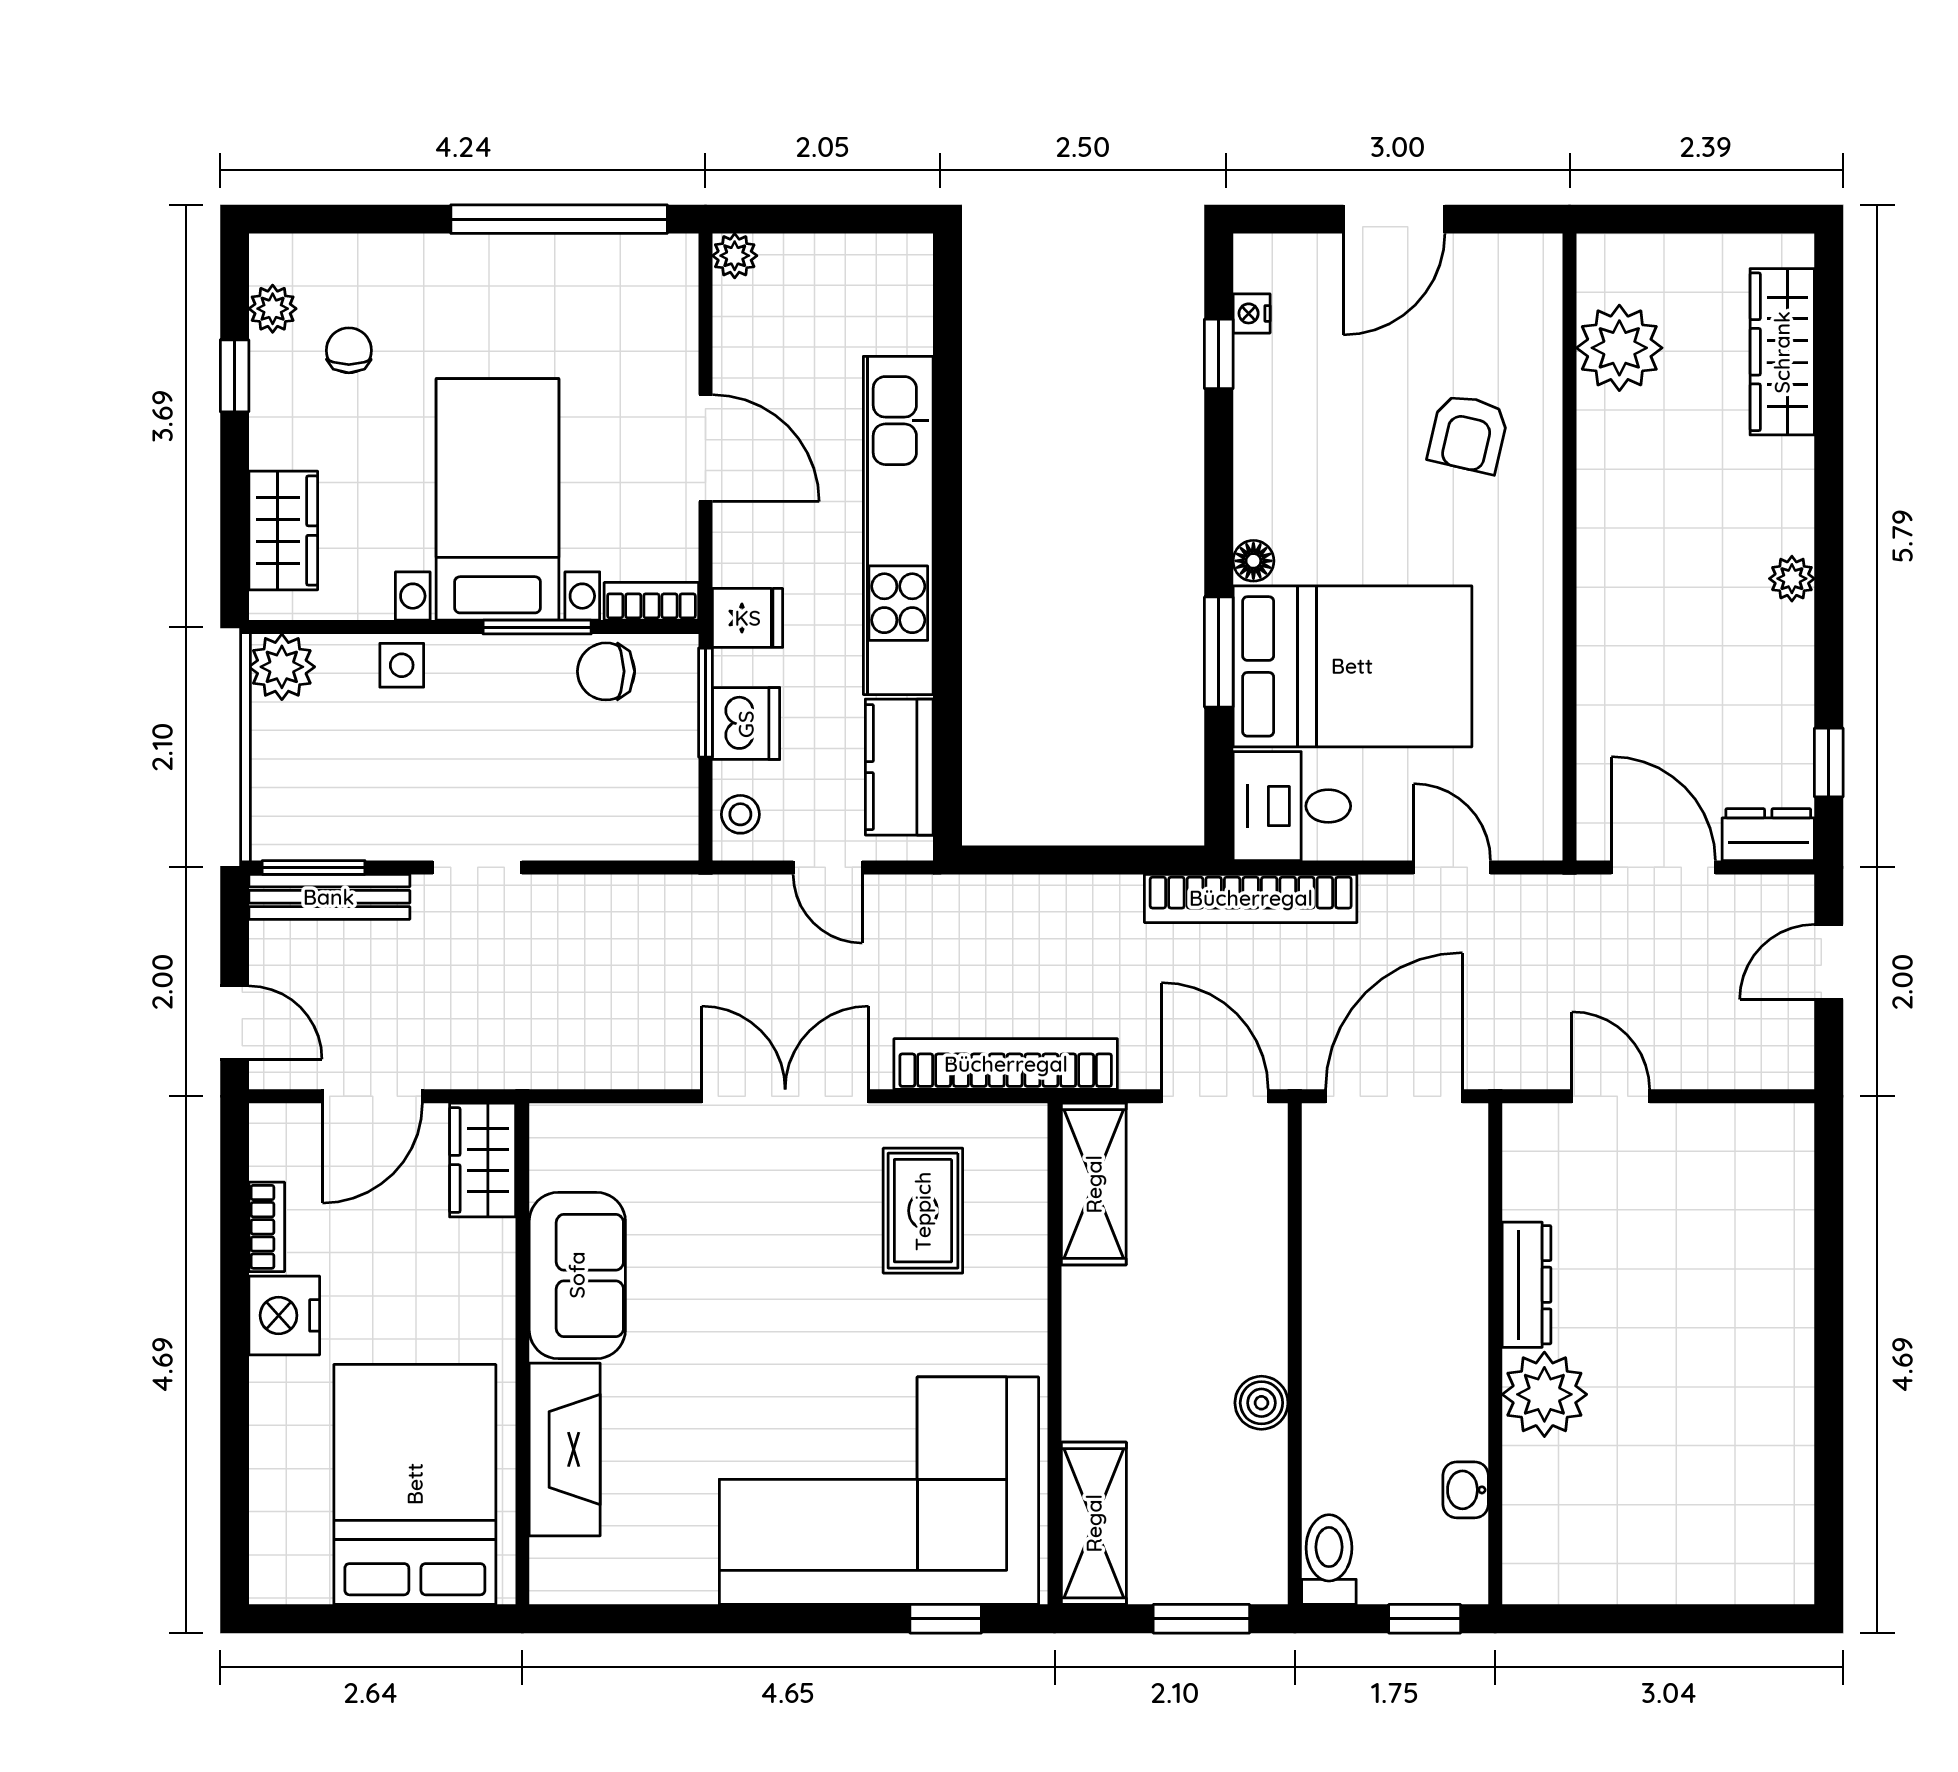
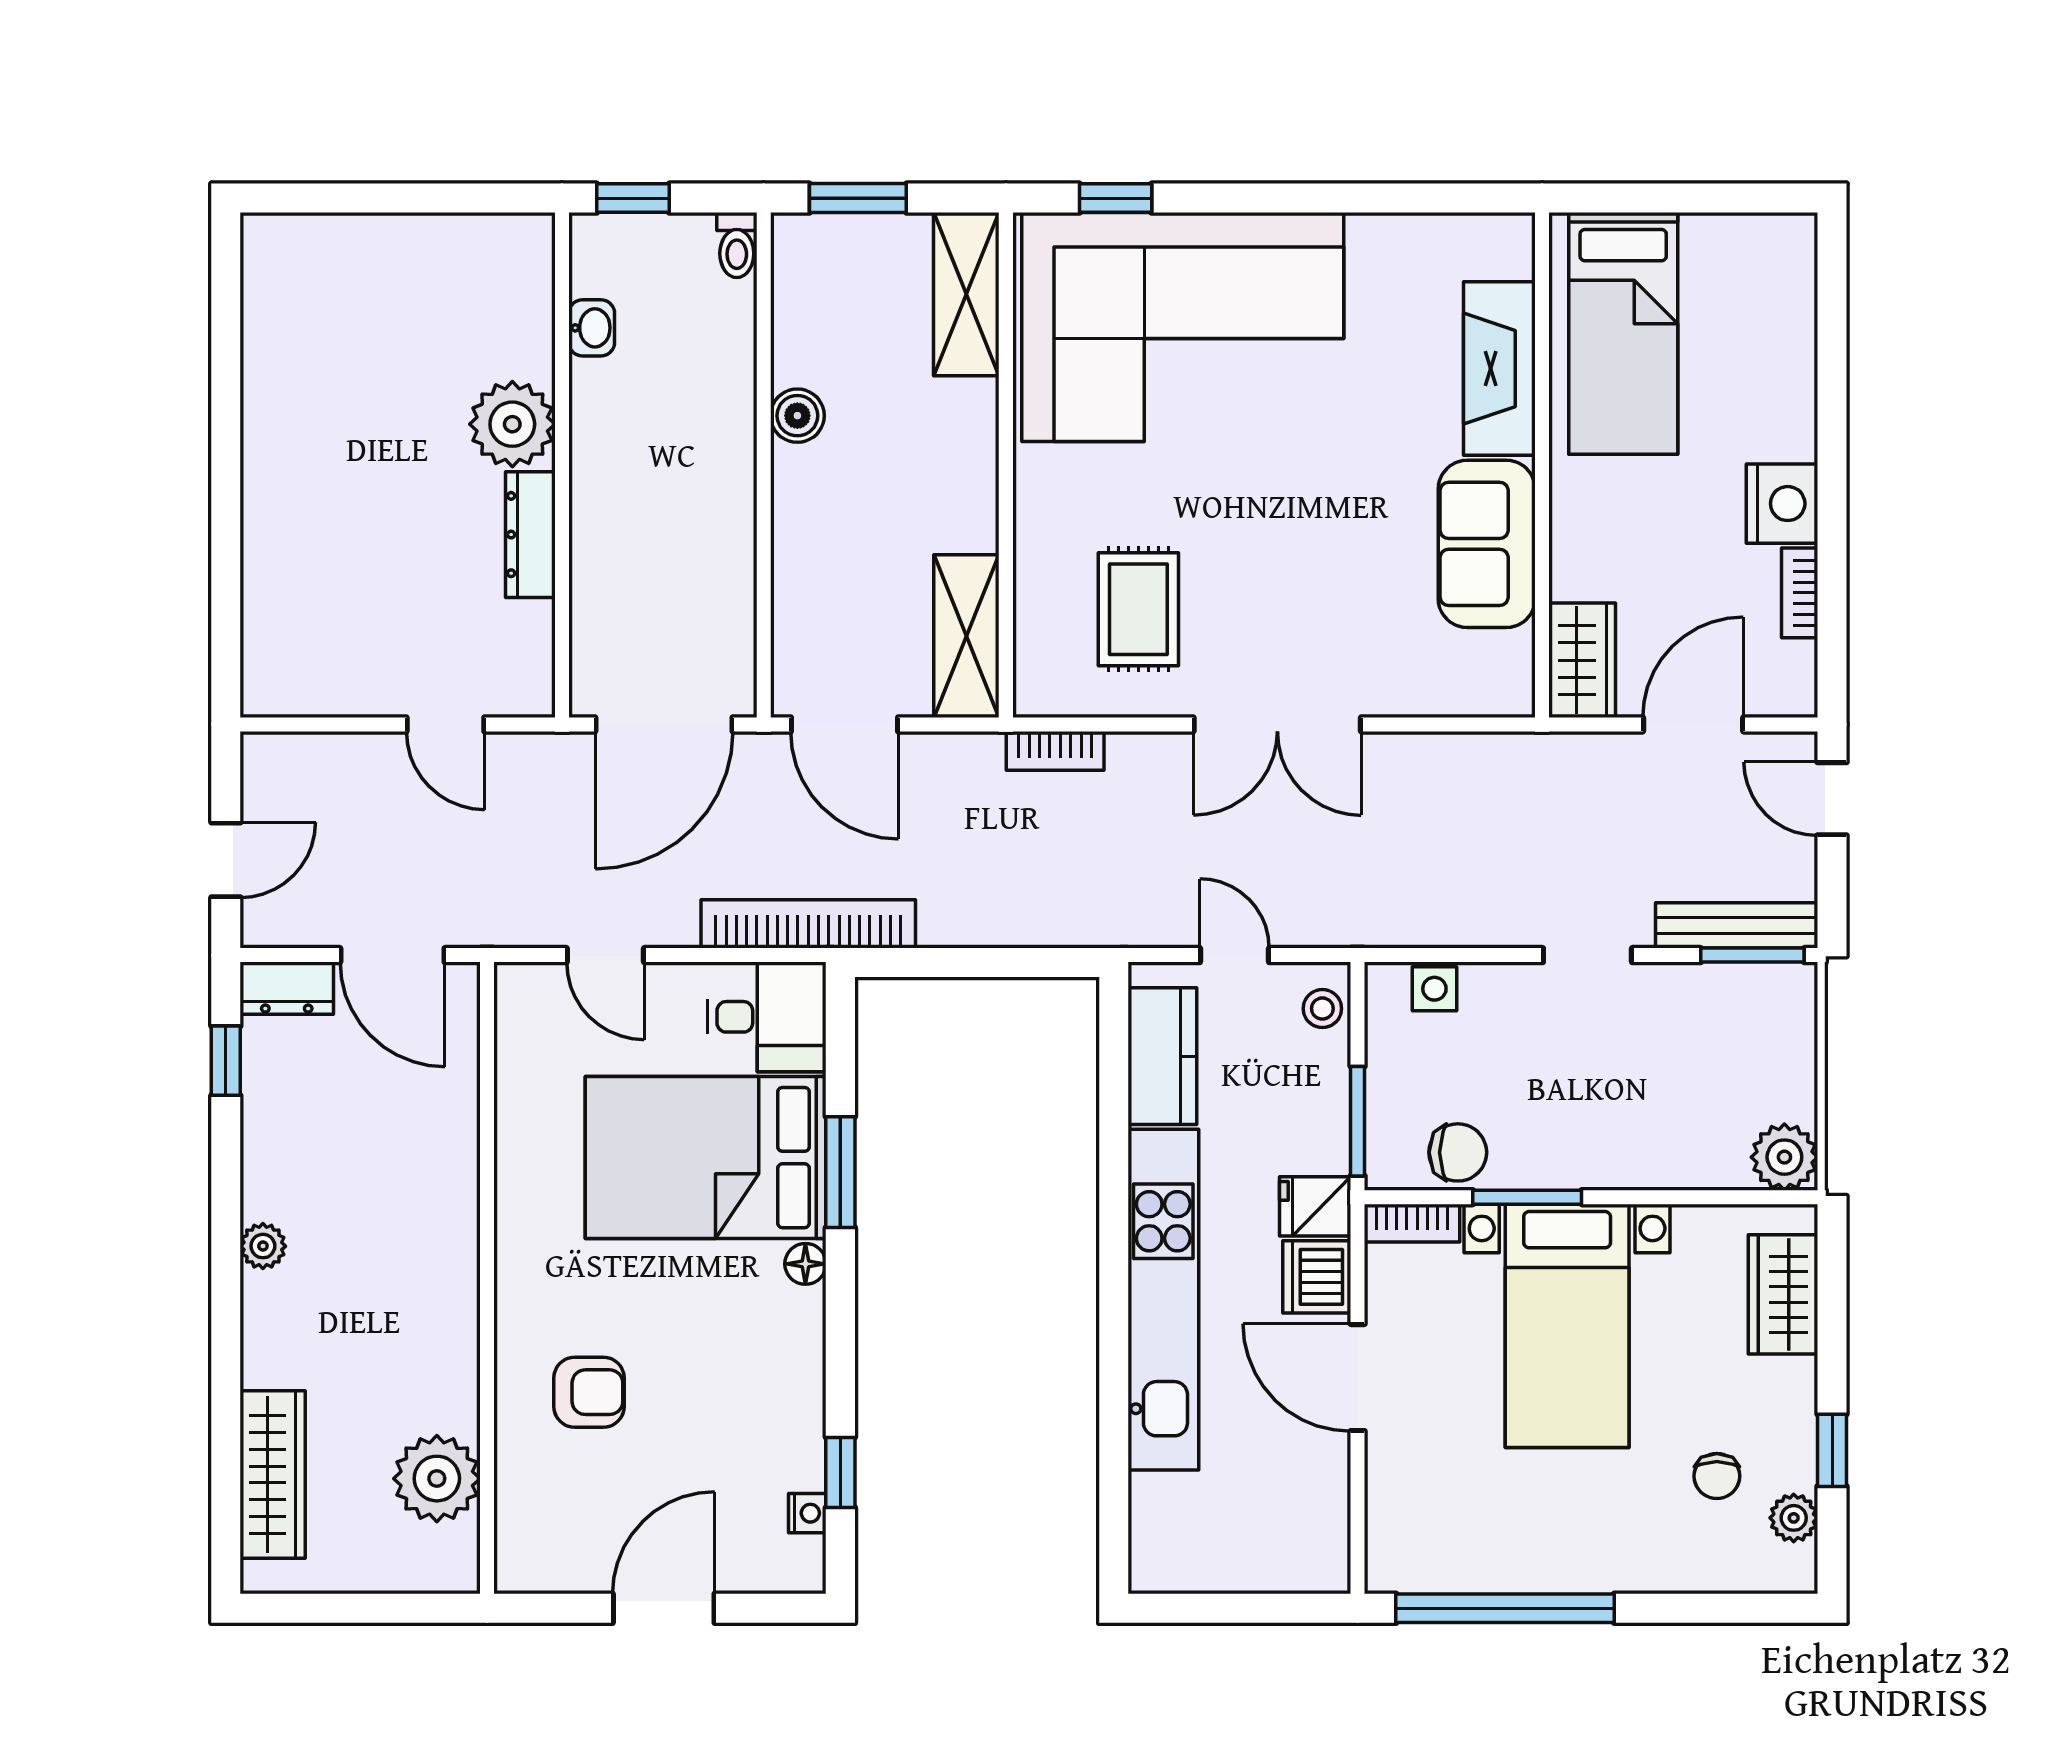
plant: (735, 256) -> (1328, 1571), removed
armchair: (1468, 434) -> (589, 1392), turned 77
side table: (402, 665) -> (1434, 989), moved
dishwasher: (746, 724) -> (1317, 1277), moved
bookcase: (1006, 1064) -> (1055, 751), width x0.43, depth x0.76
bed: (415, 1484) -> (1623, 333), width x0.67
toilet: (1329, 1560) -> (737, 245), width x0.73, depth x0.72

